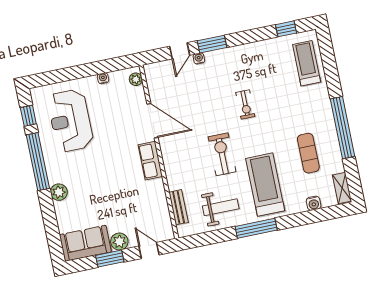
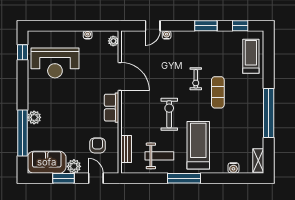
window: (212, 44) -> (206, 26), moved
reception desk: (70, 121) -> (55, 63), turned -90
exercise mat: (308, 153) -> (218, 92), moved
window: (38, 162) -> (23, 133), moved
armchair: (143, 210) -> (97, 145), added

